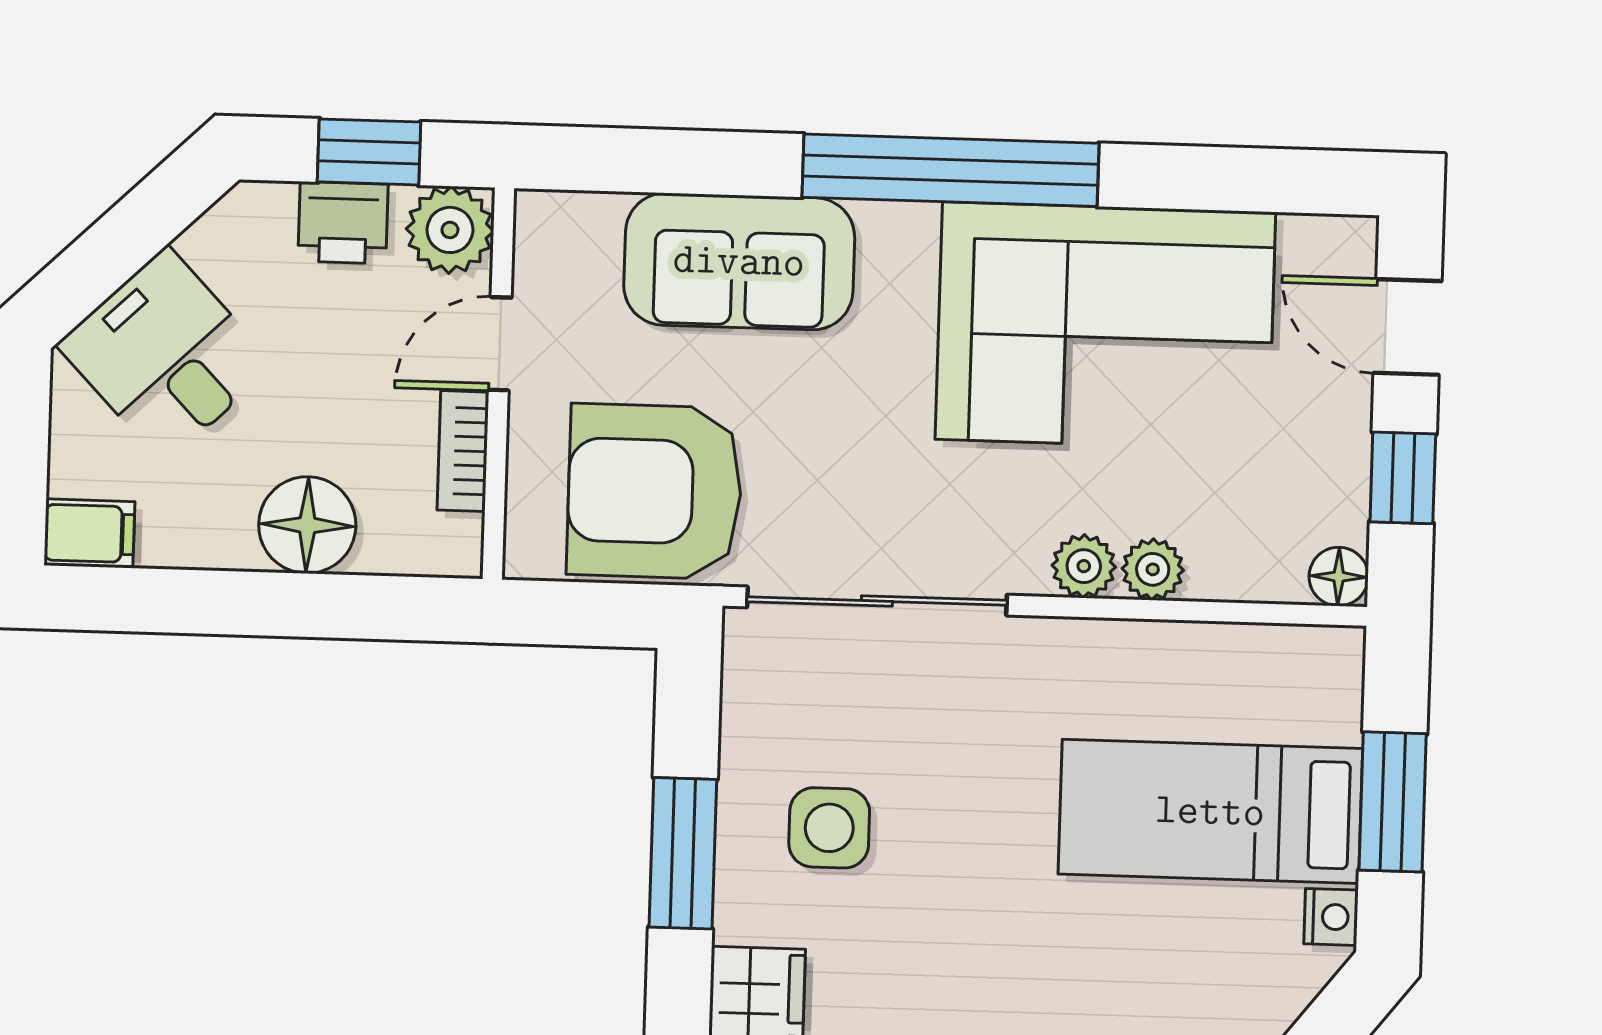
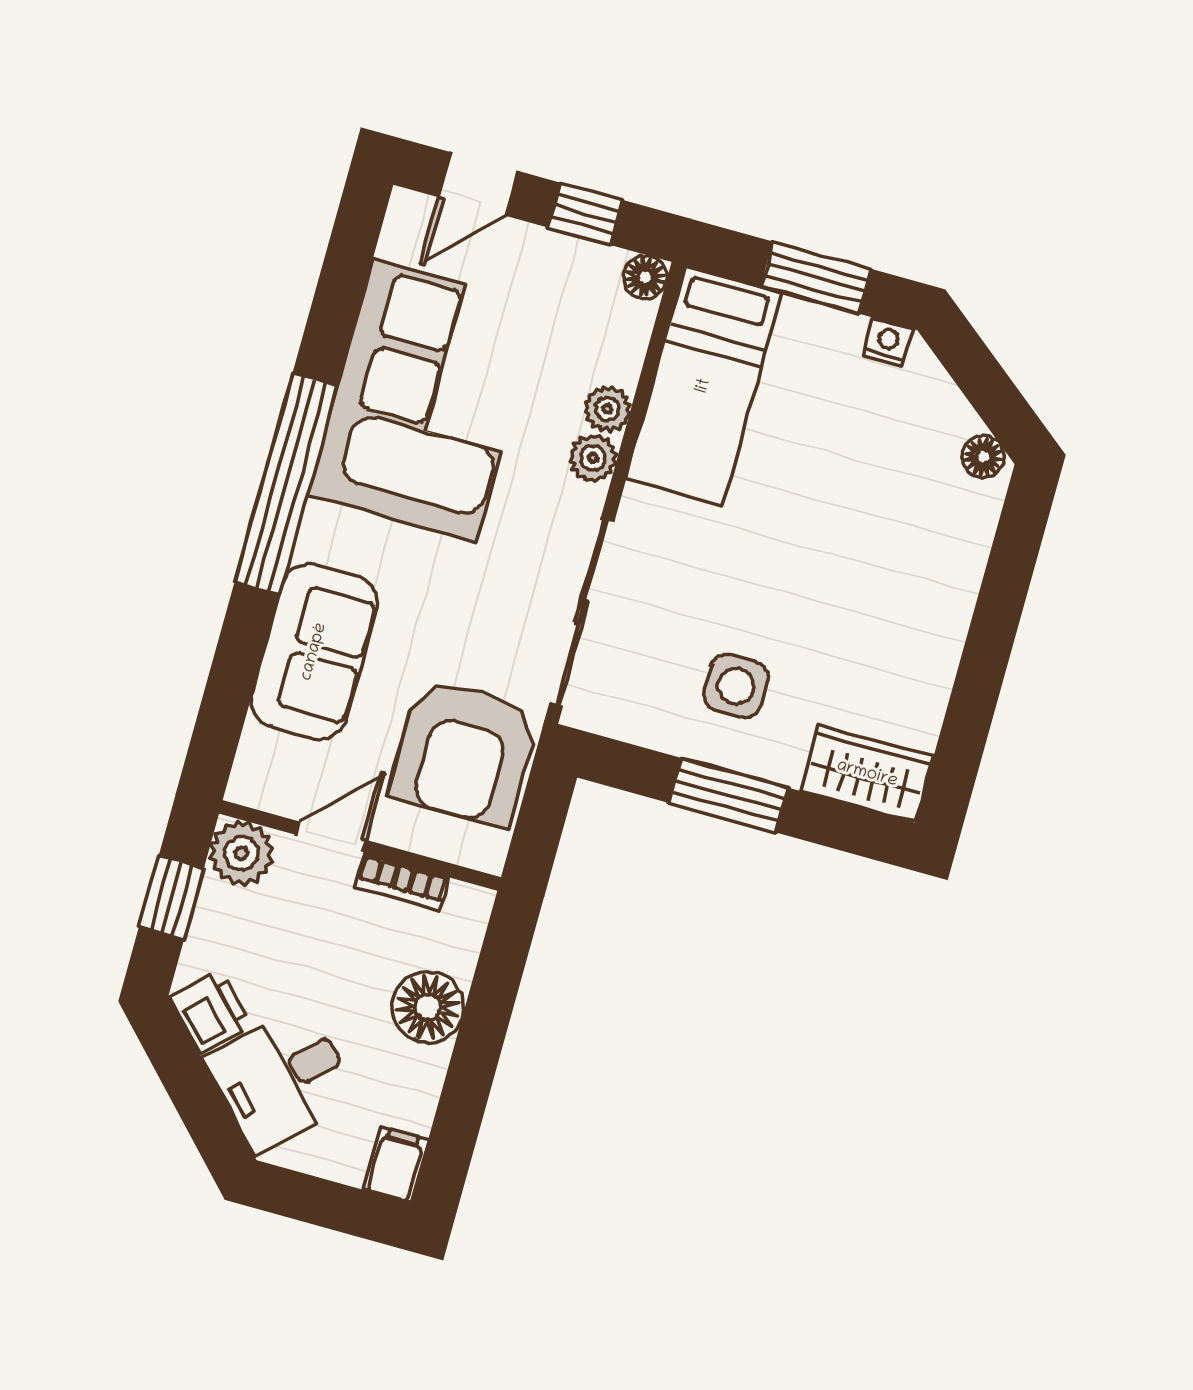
printer: (343, 223) -> (210, 1012), moved, turned -44
door: (500, 344) -> (332, 838), swing flipped
bed: (1210, 811) -> (704, 386), moved

